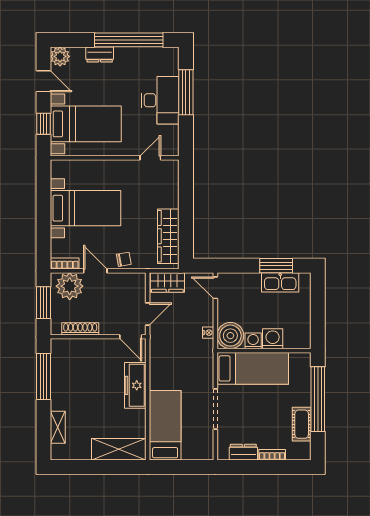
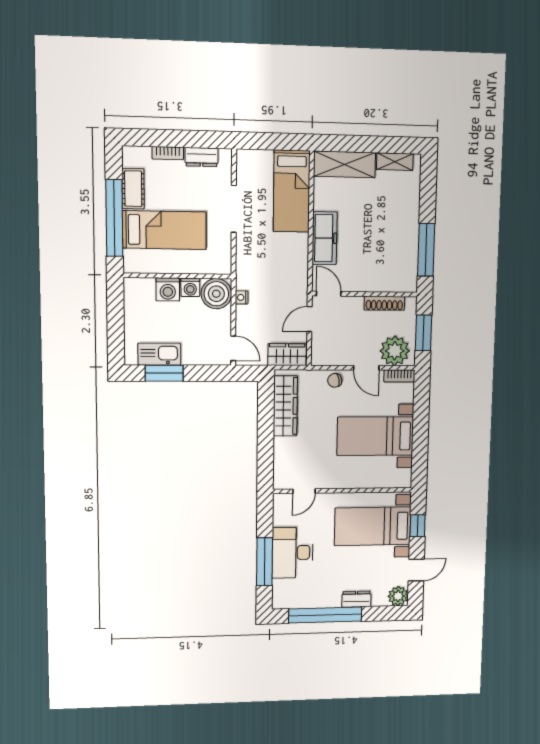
door: (43, 81) -> (416, 570), swing flipped
bed: (253, 368) -> (164, 230), moved, turned 180
shelving: (58, 427) -> (395, 162), moved, turned 90

